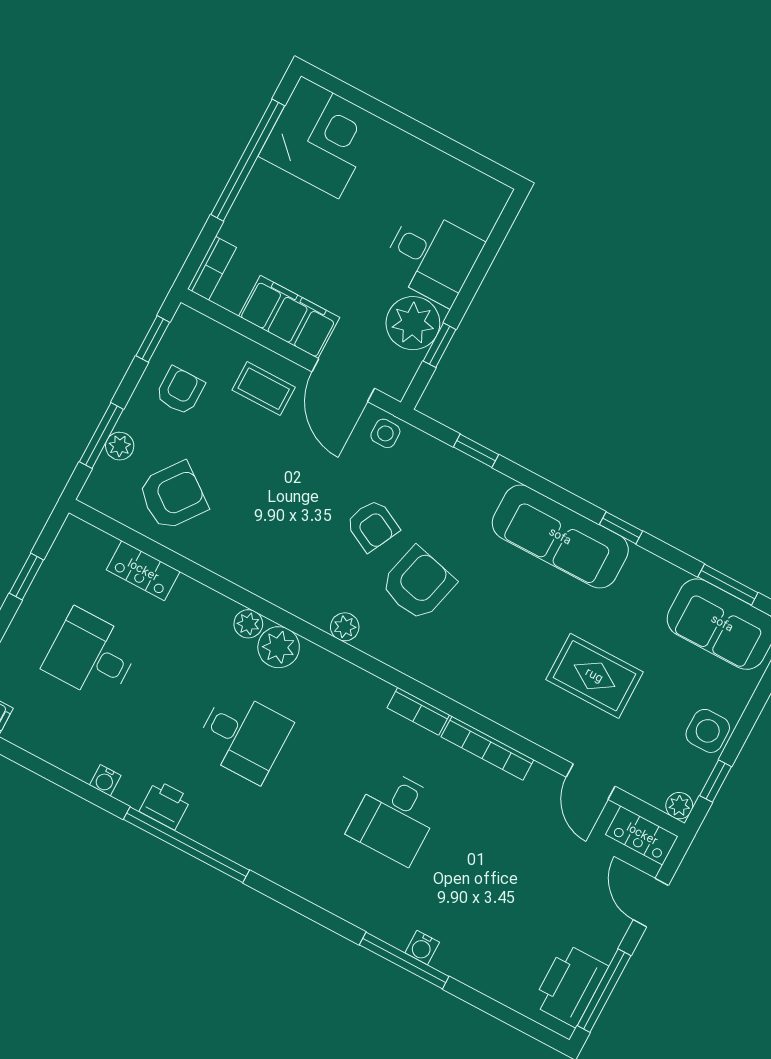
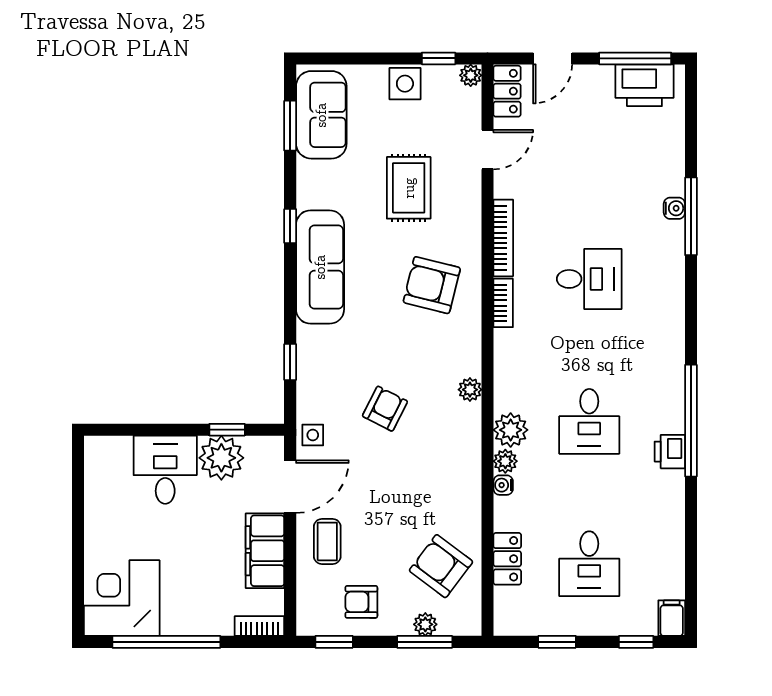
armchair: (418, 584) -> (432, 285), moved
desk: (243, 736) -> (589, 421), turned 180
water cooler: (105, 780) -> (503, 485), moved, turned 180

